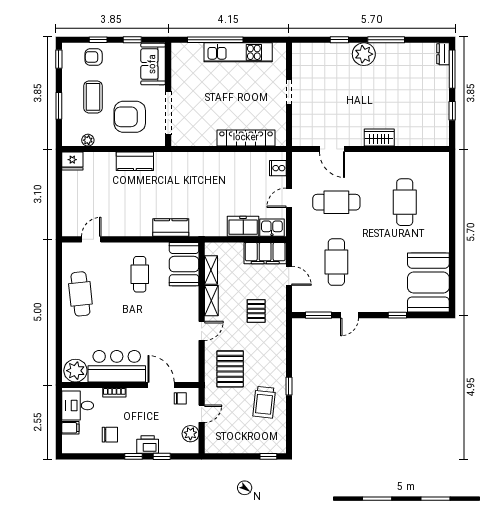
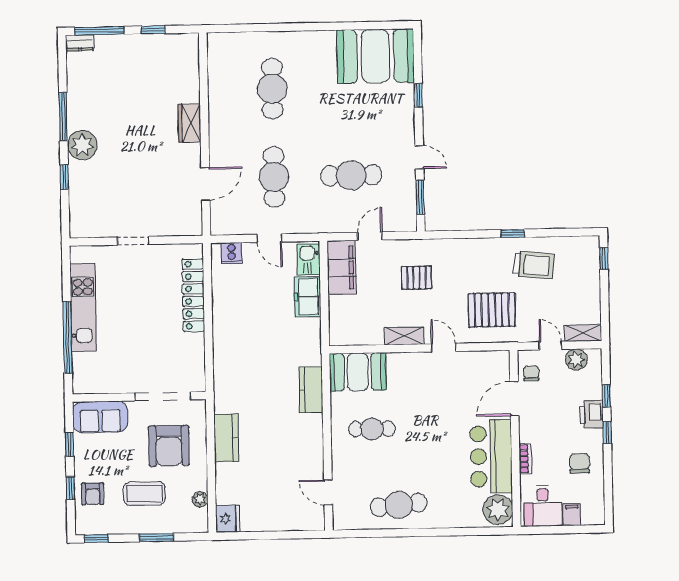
cafe table: (405, 202) -> (272, 89), turned 90
shelving: (211, 270) -> (583, 333), moved

